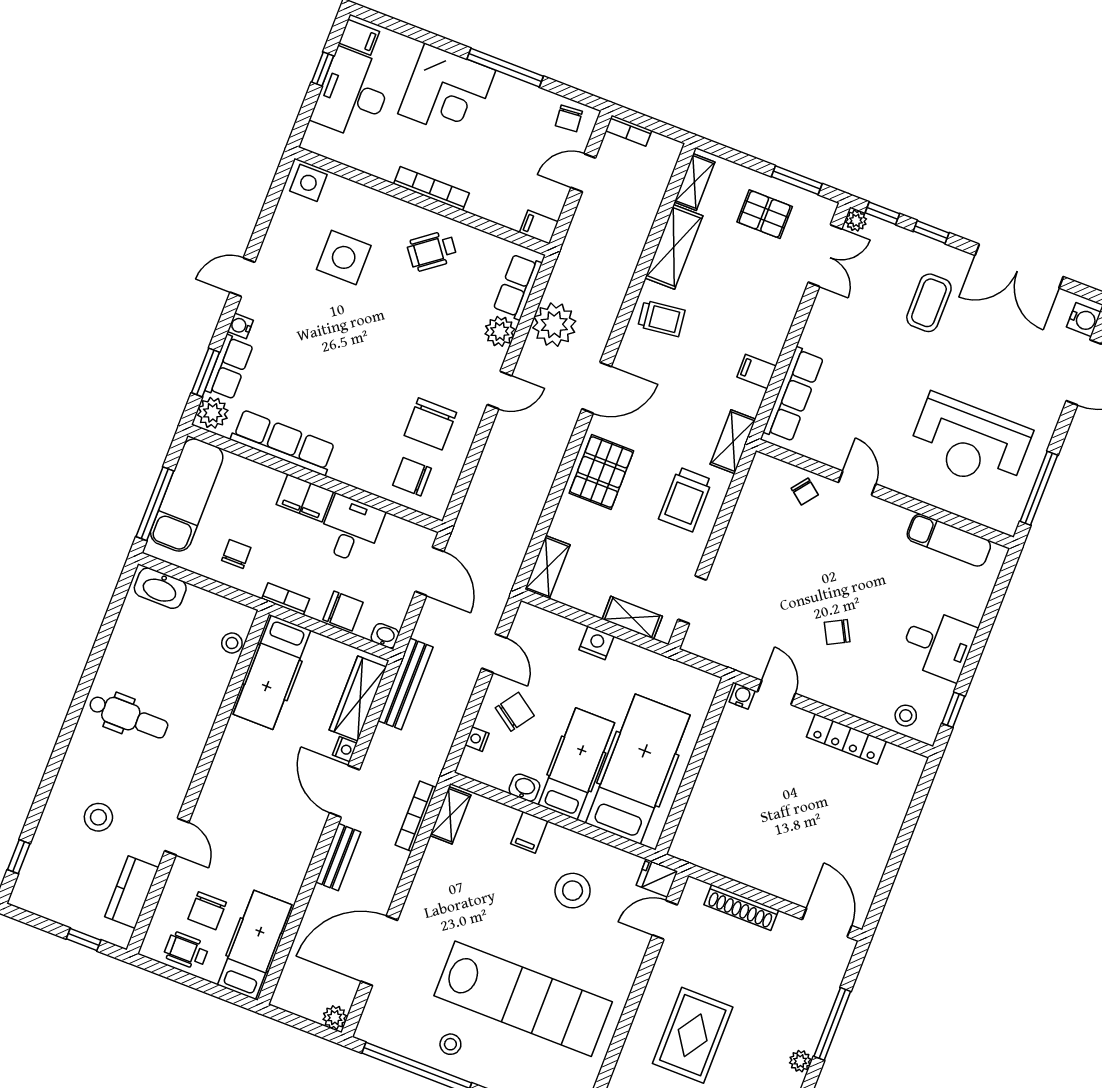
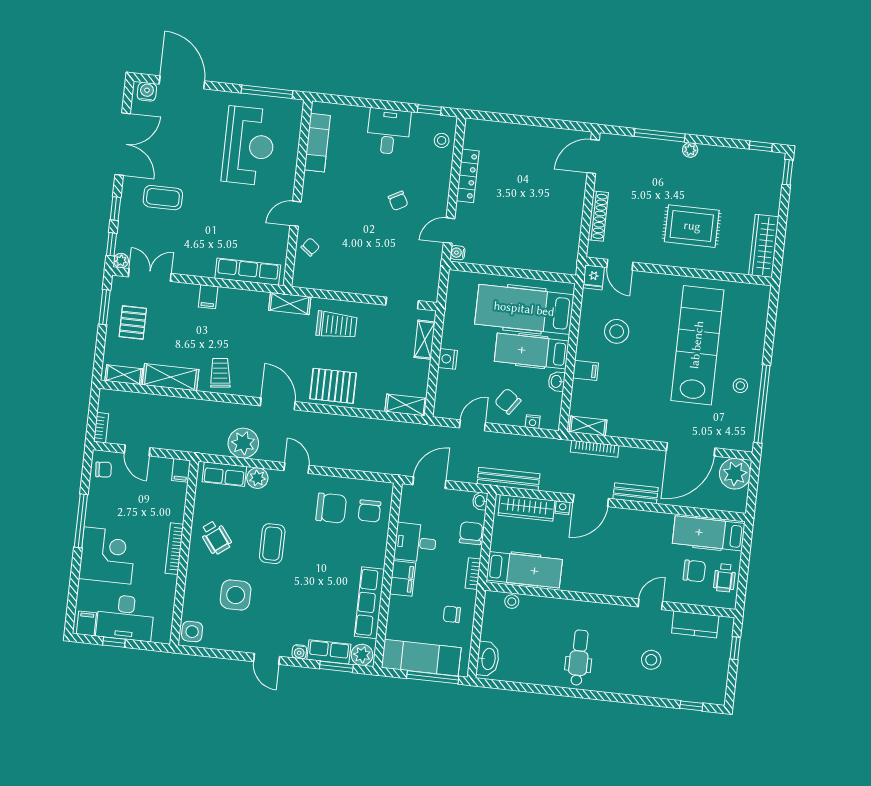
coffee table: (402, 328) -> (272, 544), added
filing cabinet: (757, 372) -> (208, 297), moved
door: (379, 951) -> (691, 449), hinge flipped
plant: (335, 1018) -> (735, 474), width x1.88, depth x1.88

